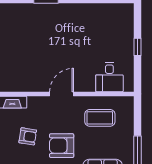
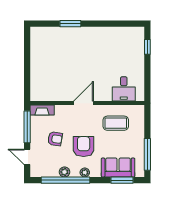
window: (137, 47) -> (147, 47), moved
armchair: (62, 146) -> (84, 147), turned 90

